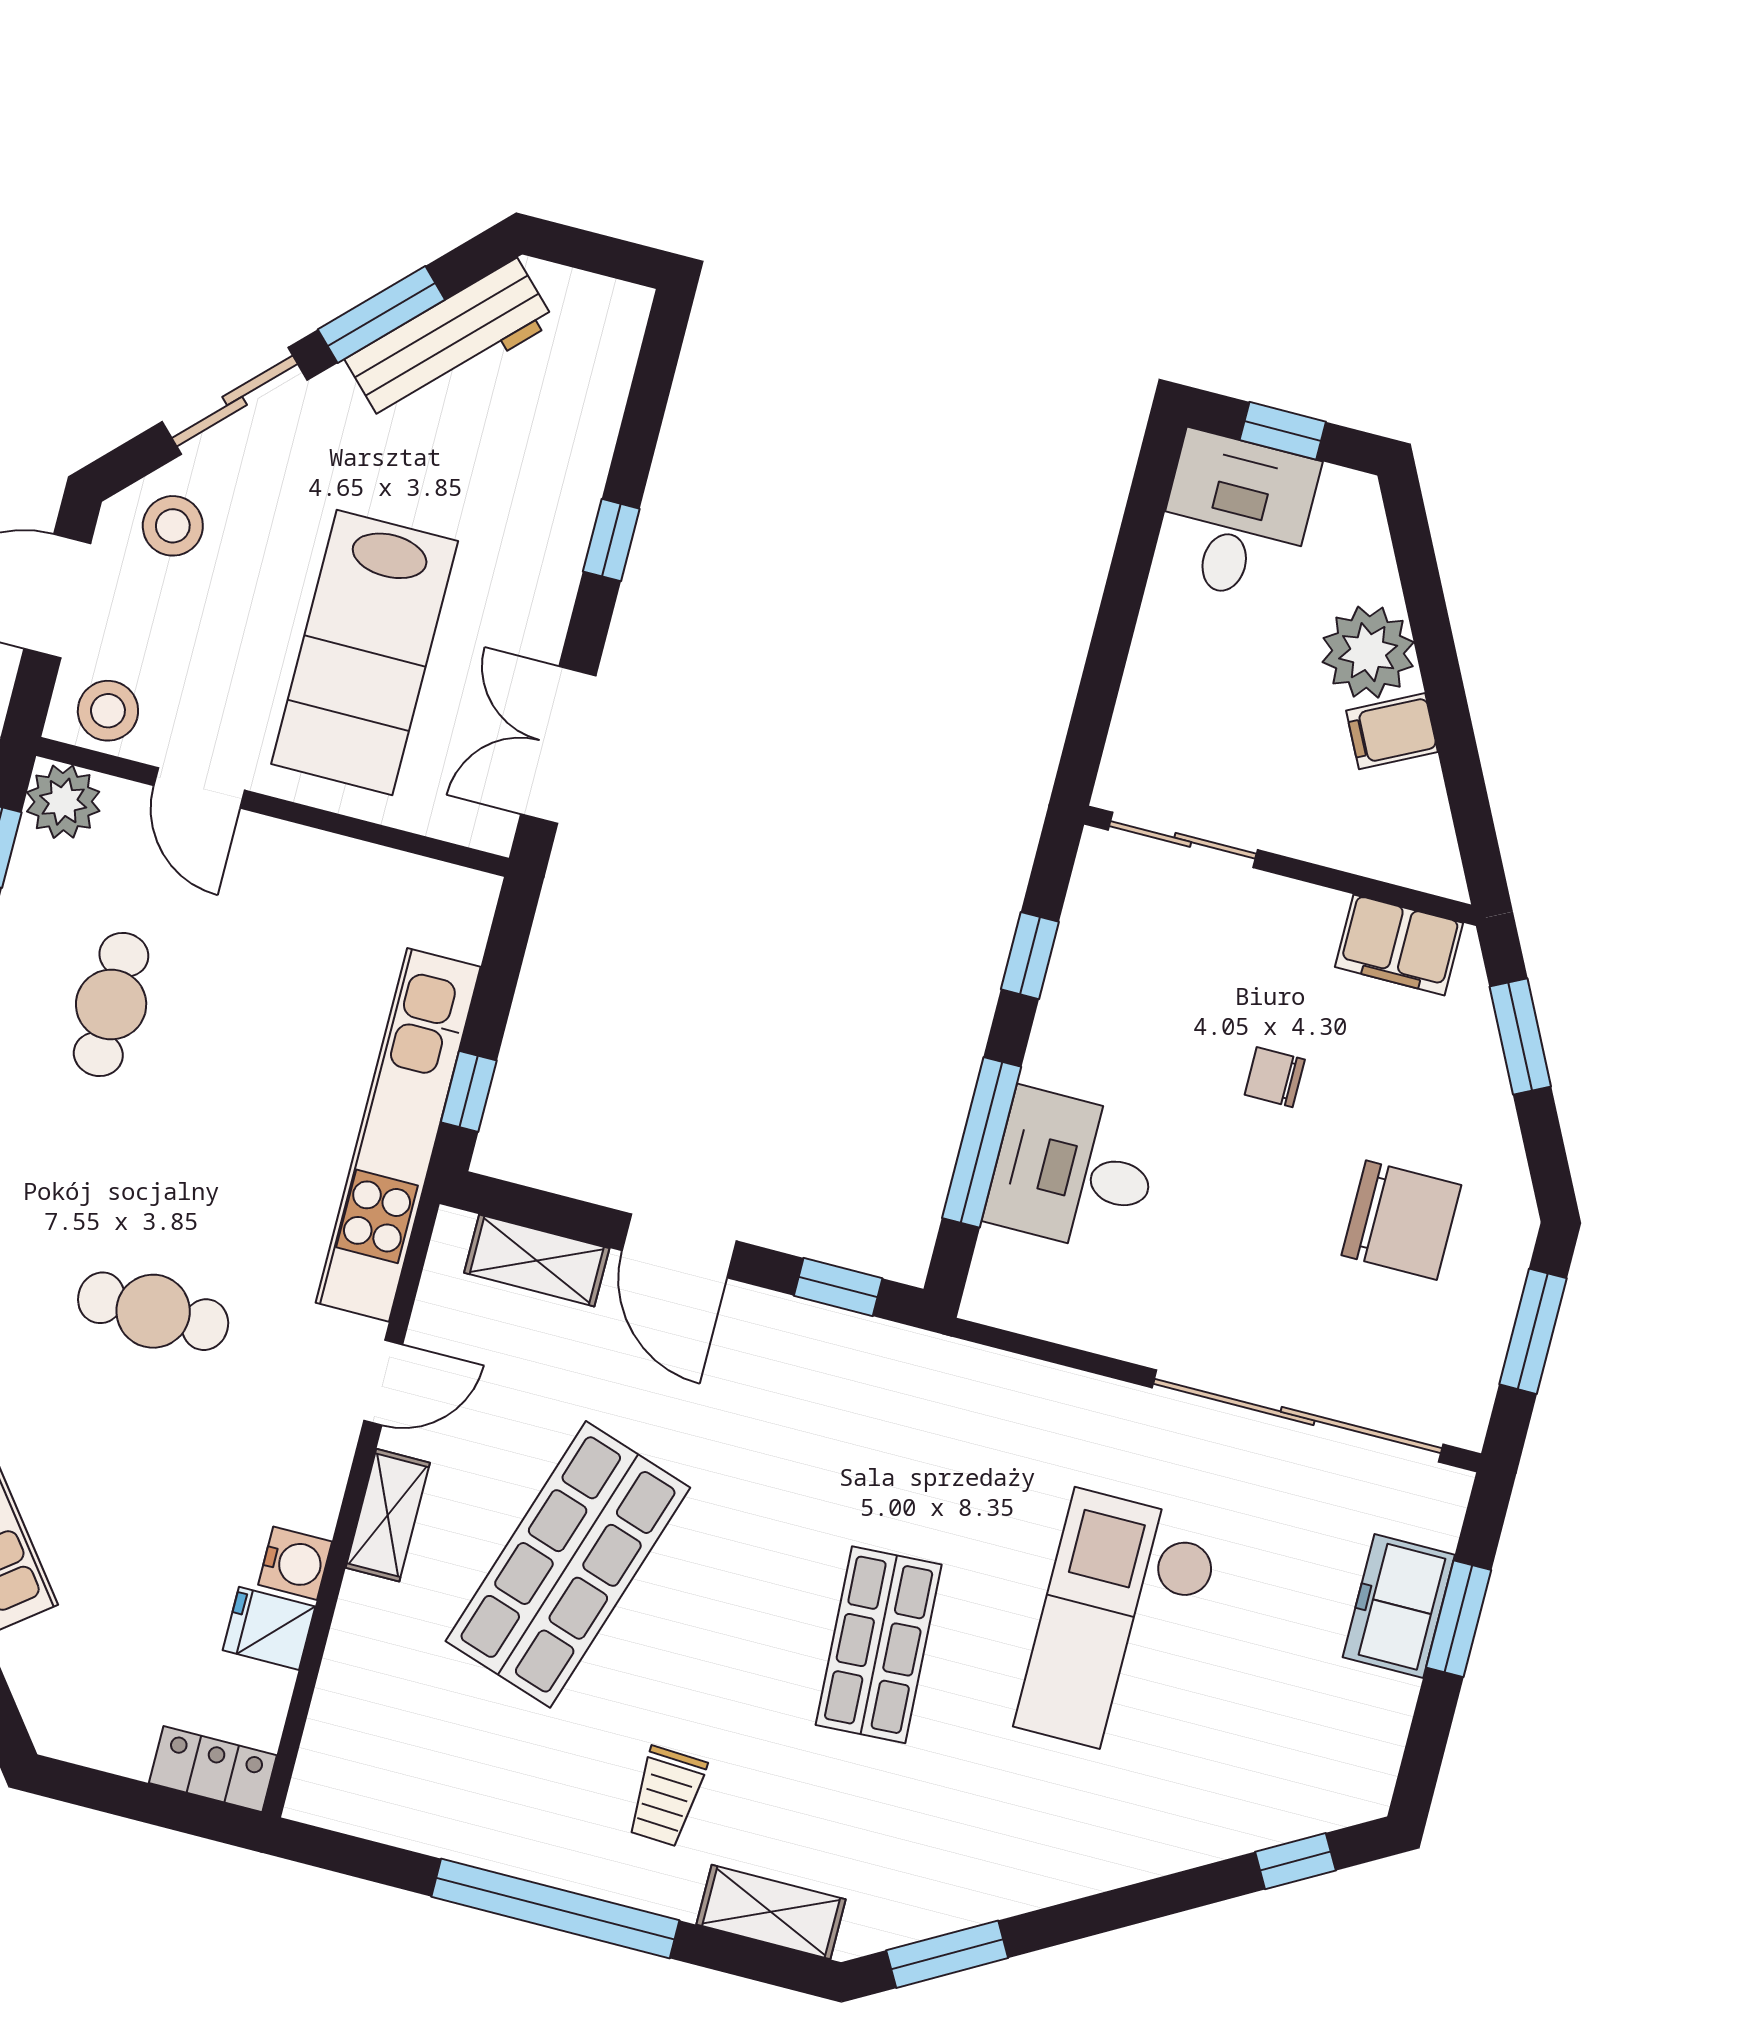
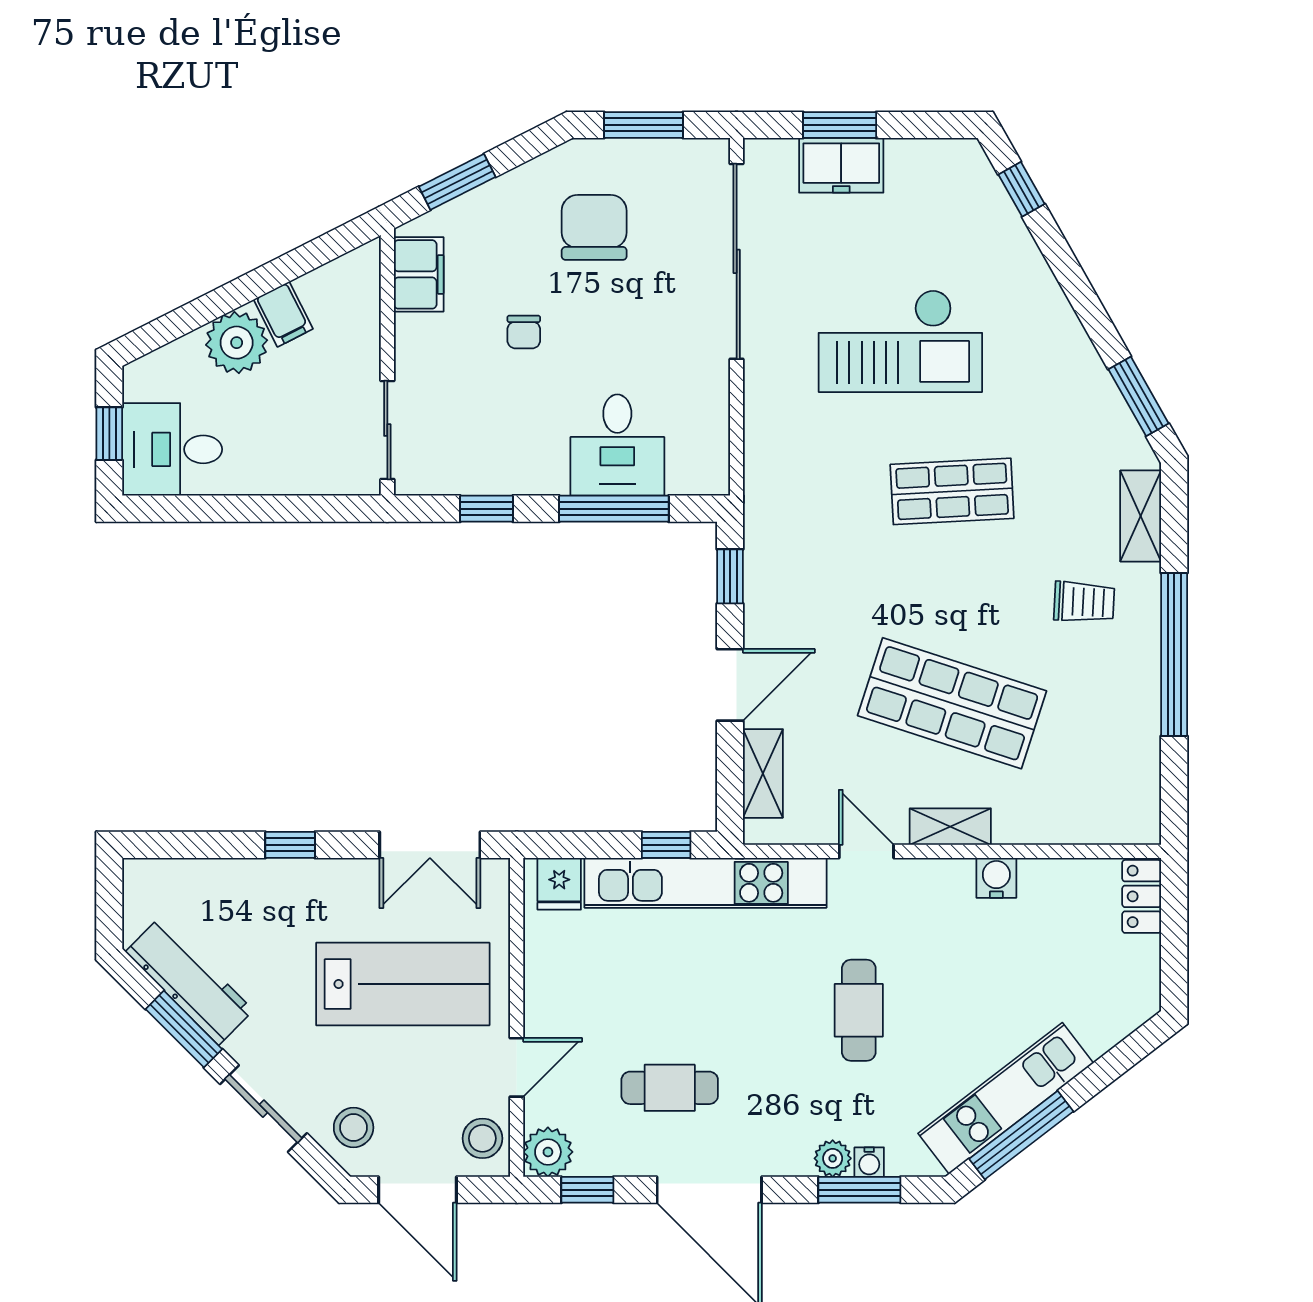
fridge: (269, 1628) -> (559, 884), moved

